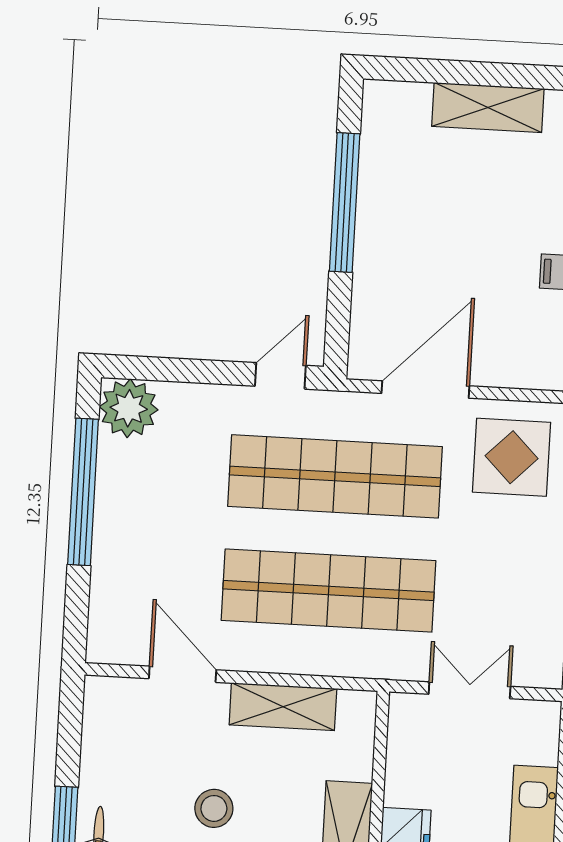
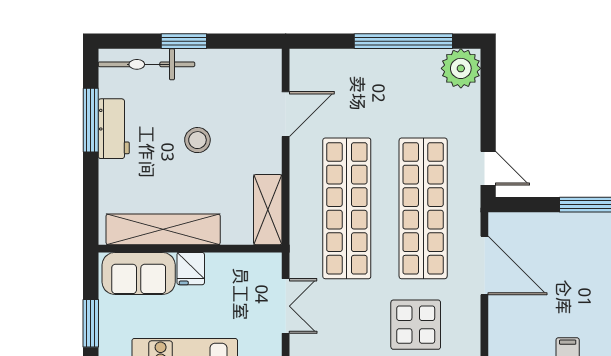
display table: (512, 457) -> (416, 325), moved
shelving: (283, 707) -> (268, 210), moved

